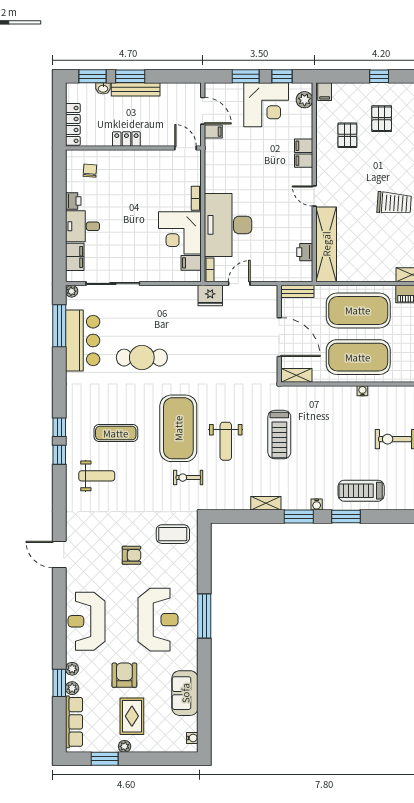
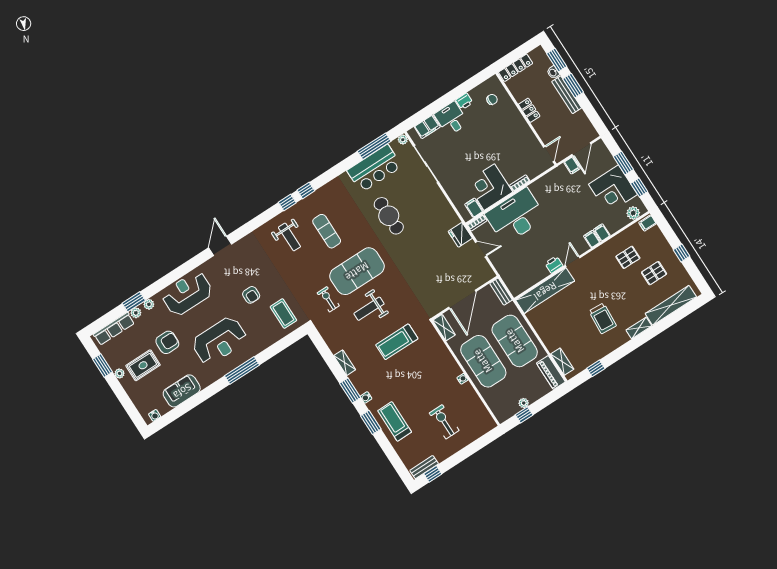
printer: (305, 252) -> (554, 265), moved

